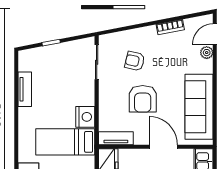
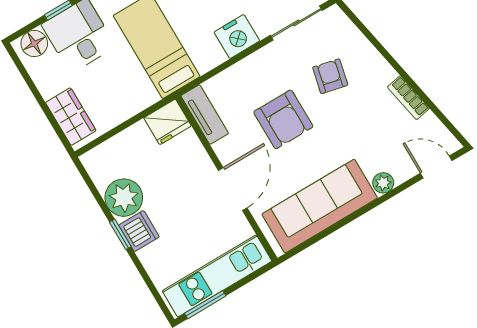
plant: (207, 53) -> (383, 183), moved
armchair: (143, 99) -> (283, 119), turned -90
nightstand: (85, 117) -> (237, 37), moved

